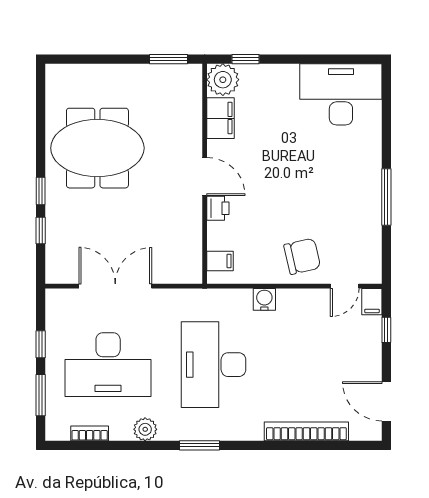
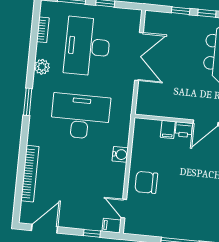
chair: (302, 256) -> (146, 182), turned 103
filing cabinet: (220, 261) -> (168, 129), moved

